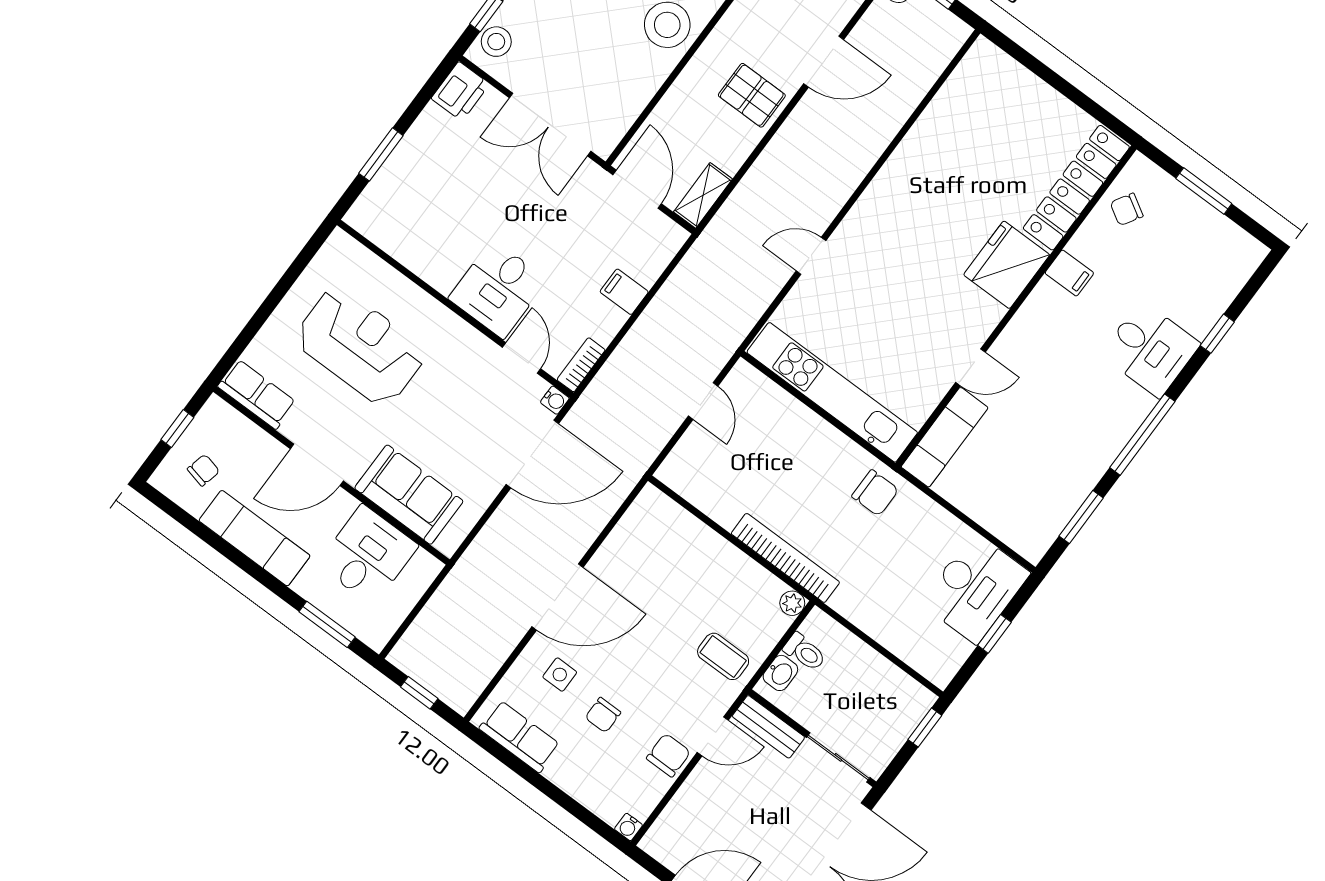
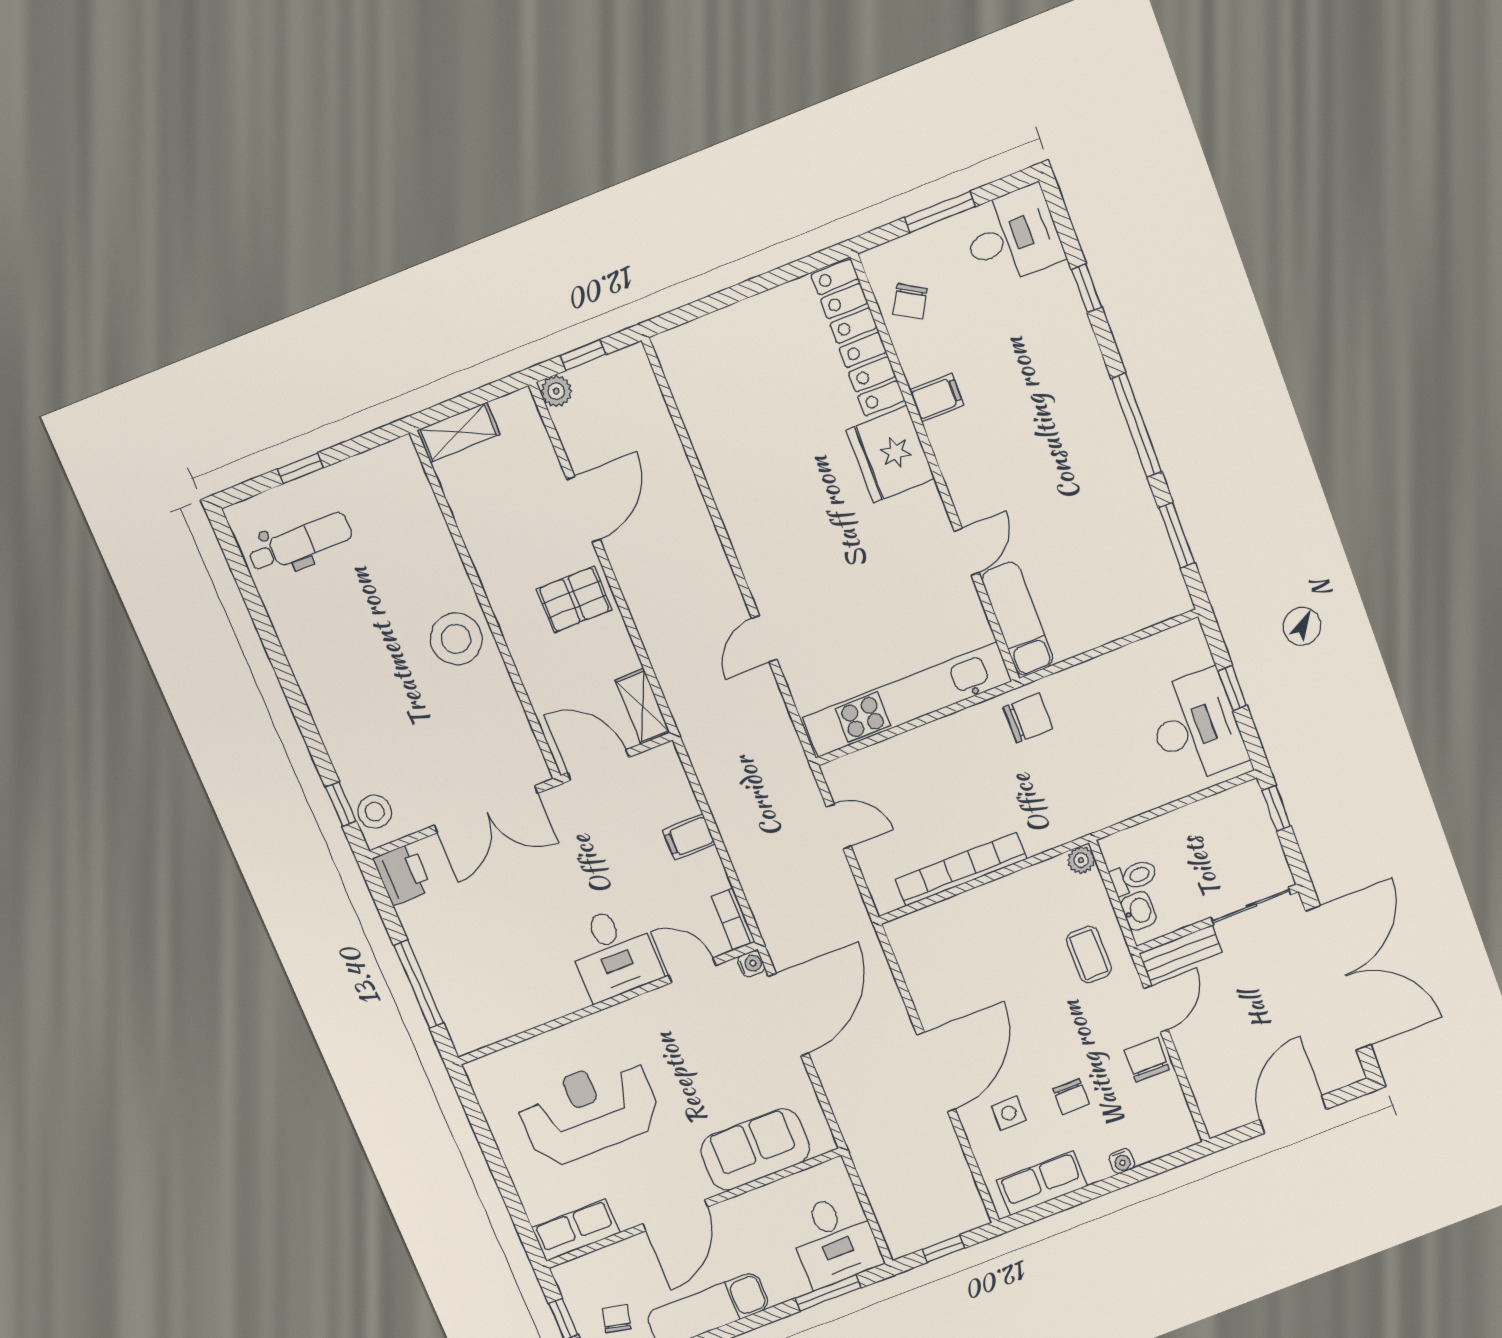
window: (381, 154) -> (419, 984), width x1.44
desk: (1150, 349) -> (1012, 236), moved
desk: (368, 555) -> (834, 1240), moved, turned 180
bookcase: (785, 558) -> (961, 869), moved
desk: (975, 588) -> (1196, 727), moved
coffee table: (723, 656) -> (1089, 954), turned 90
water cooler: (628, 827) -> (1122, 1161), moved

